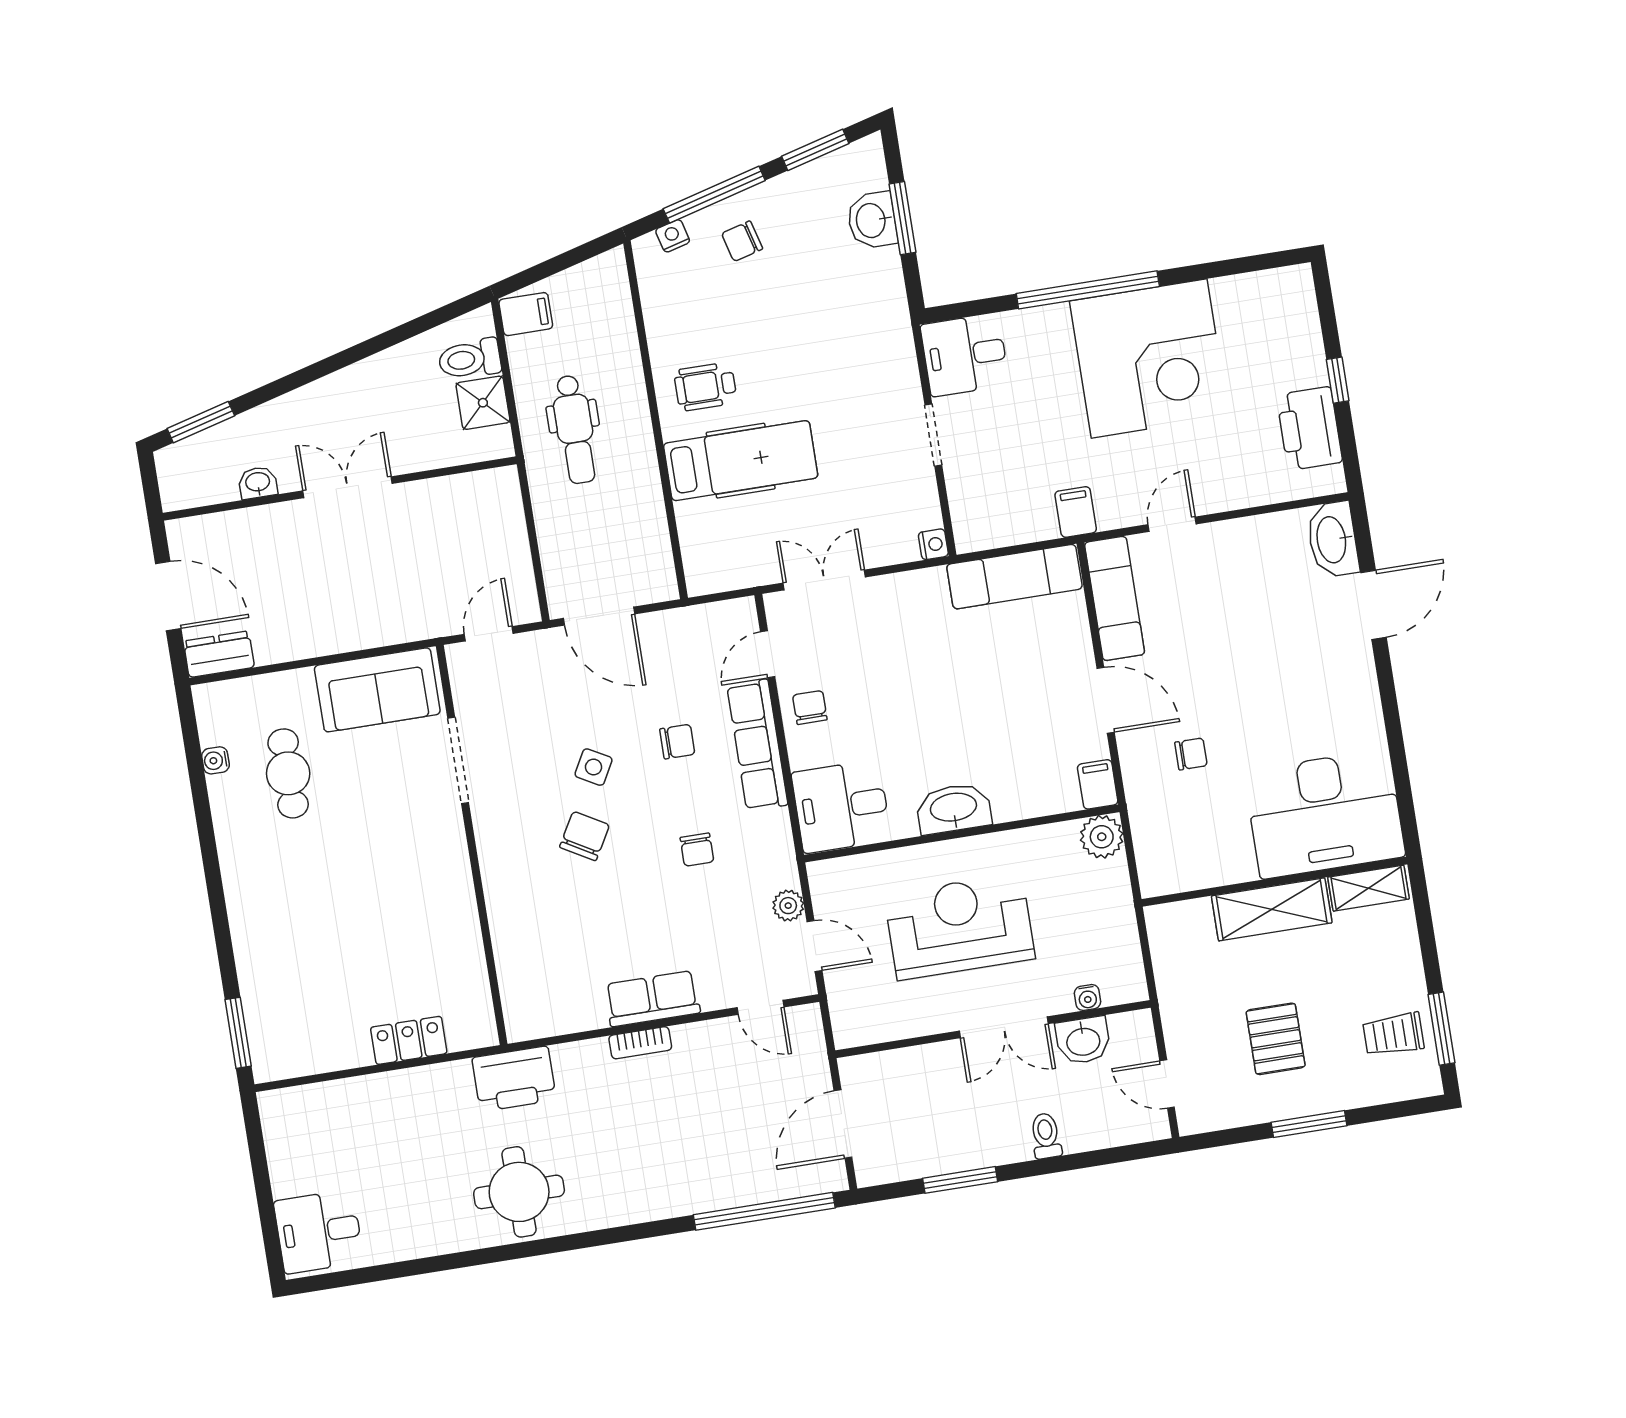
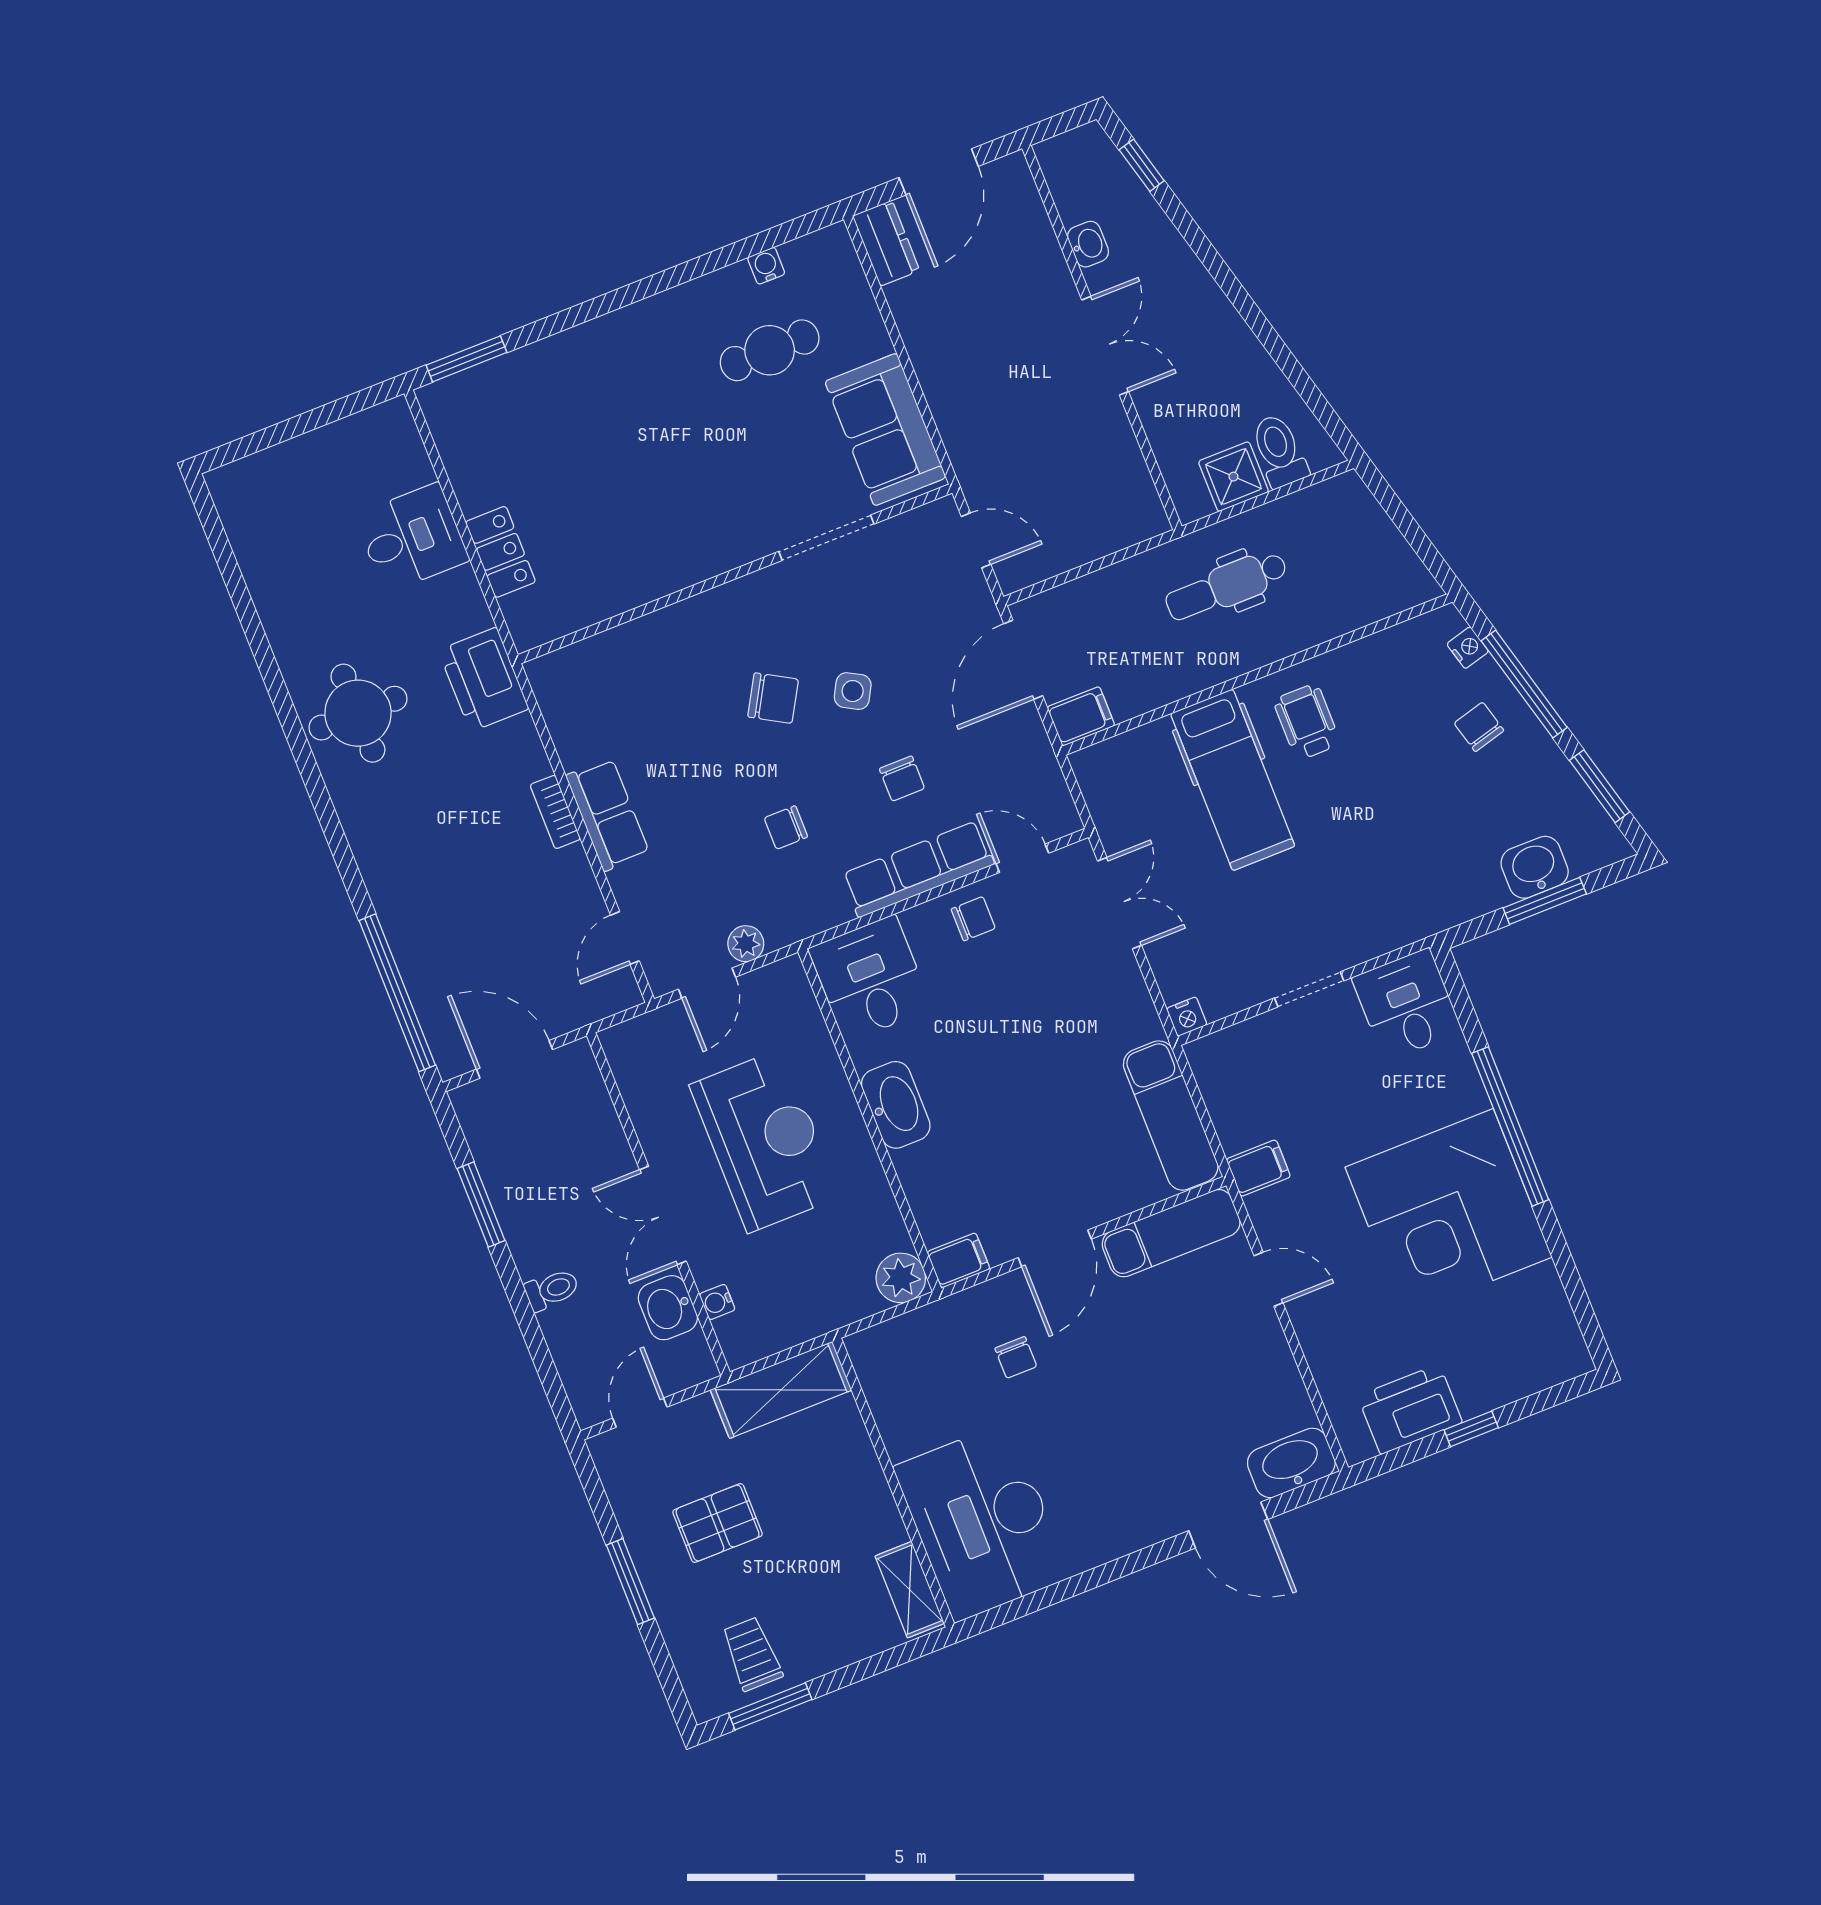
filing cabinet: (526, 314) -> (1081, 716), moved, turned -90
window: (201, 422) -> (1142, 165), width x0.67
shelving: (1272, 909) -> (781, 1390), moved, turned 90
desk: (319, 1232) -> (412, 538), moved, turned 90

